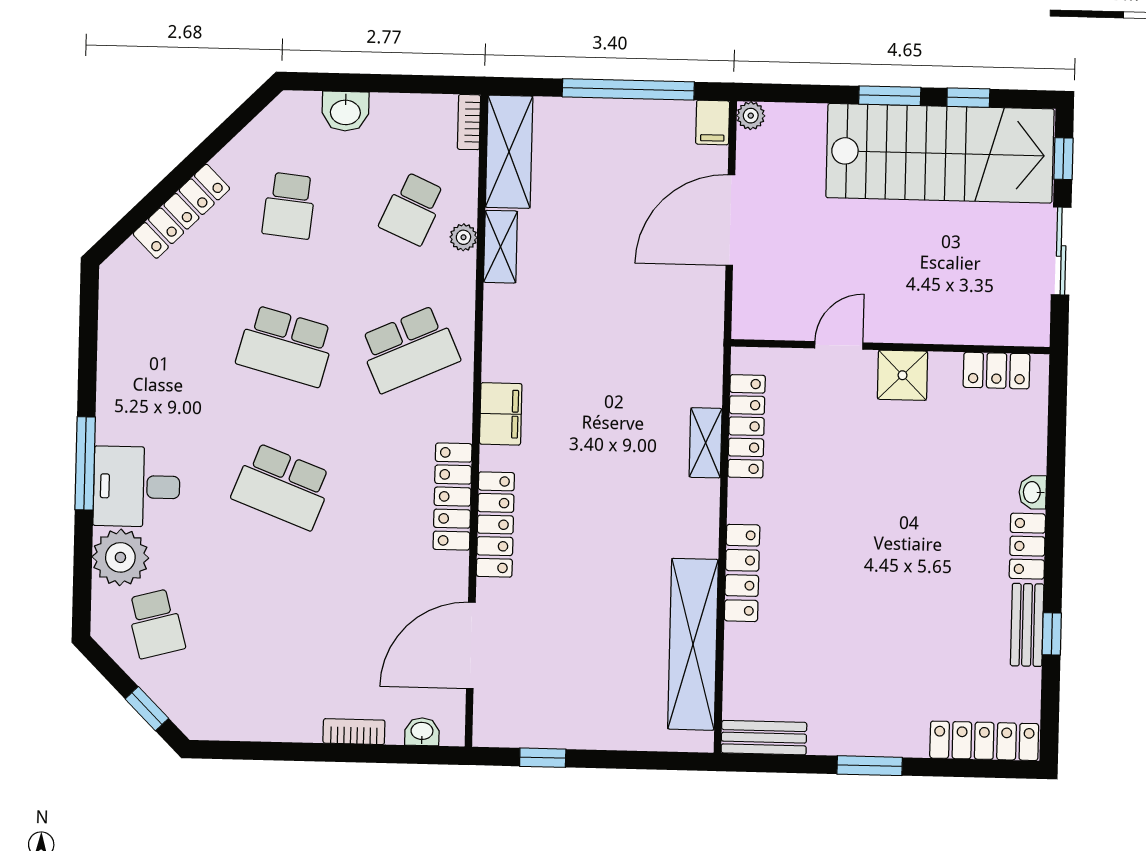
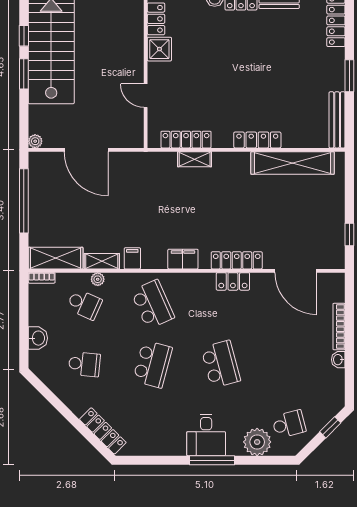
filing cabinet: (713, 123) -> (132, 258), moved, turned -90
locker: (181, 211) -> (103, 431), moved
shower: (903, 375) -> (159, 49), moved
school desk: (282, 486) -> (221, 364), turned -36
desk: (137, 487) -> (206, 435), moved
locker: (453, 497) -> (233, 281), width x0.66
bookcase: (354, 732) -> (339, 327), width x1.56
washbasin: (422, 732) -> (338, 360), moved
bench: (764, 738) -> (337, 120), width x1.36

